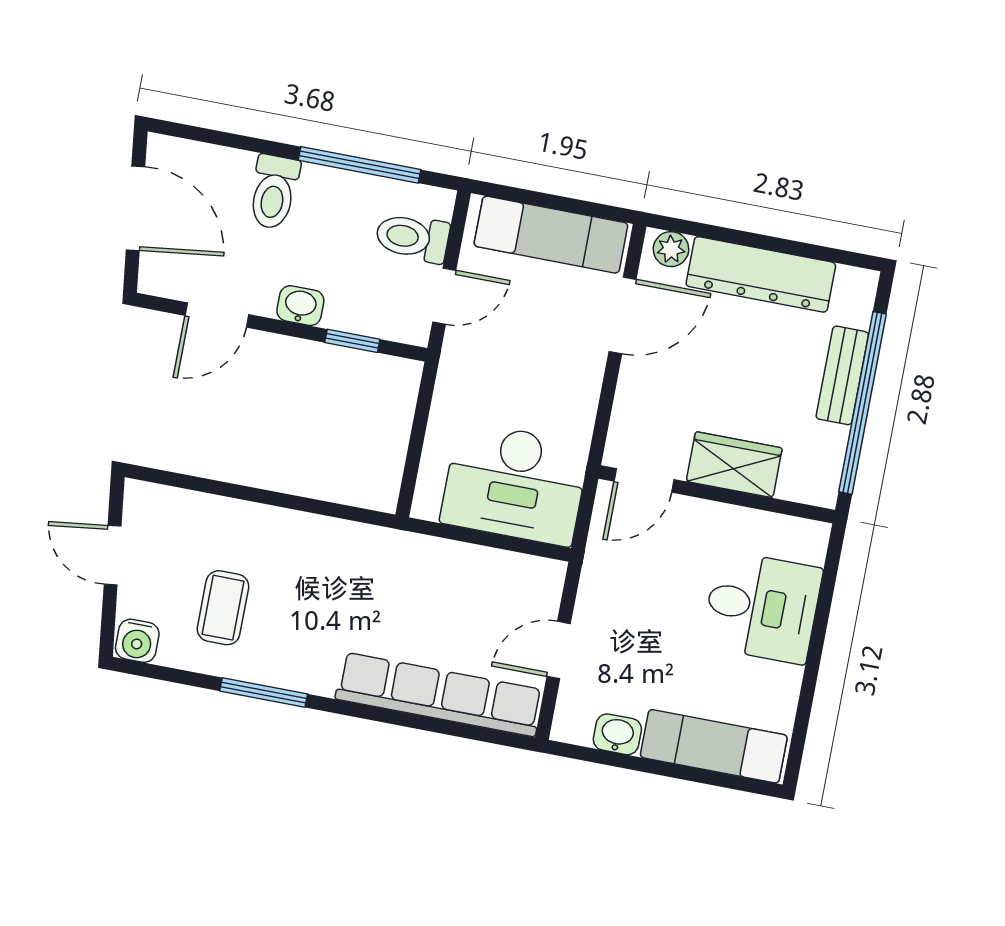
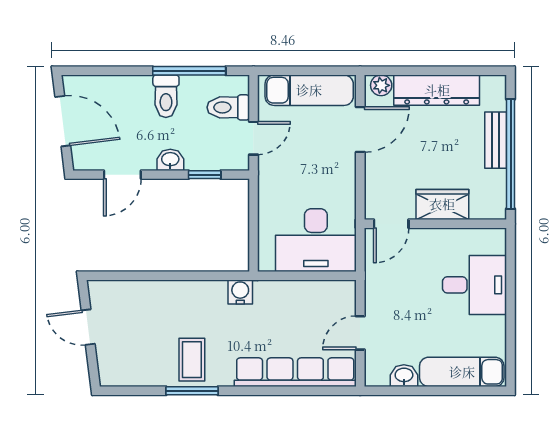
toilet: (274, 192) -> (166, 96), moved
coffee table: (223, 608) -> (192, 360), moved
water cooler: (137, 641) -> (240, 292), moved, turned 180

